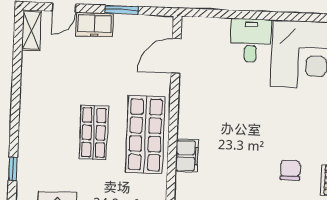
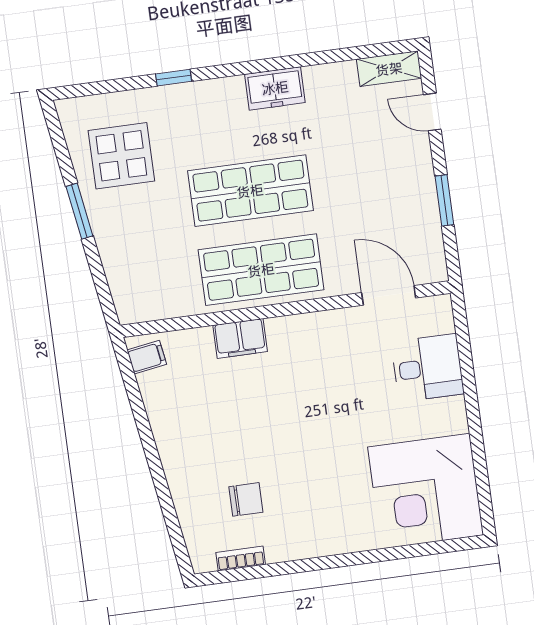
freezer: (95, 25) -> (275, 88), moved, turned -90
desk: (251, 40) -> (428, 368), moved
shop shelf: (94, 133) -> (250, 191), width x1.43, depth x1.36

